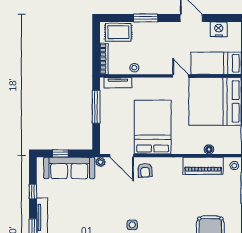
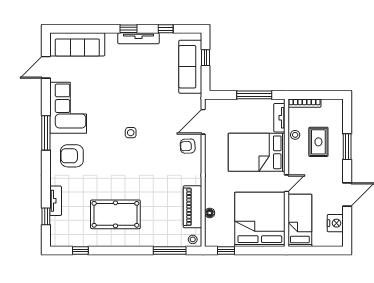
rug: (118, 32) -> (318, 142), moved
bed: (153, 127) -> (257, 152), moved, turned 180
plant: (100, 162) -> (197, 99), removed

